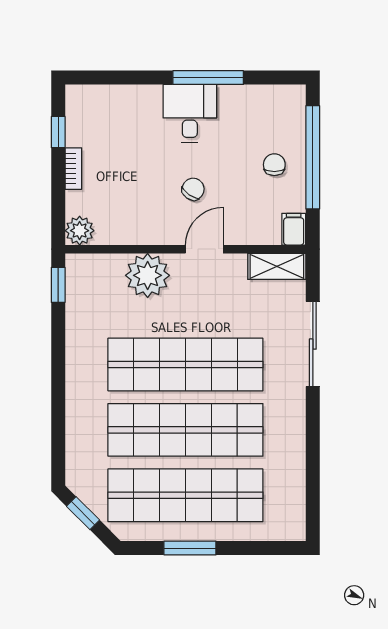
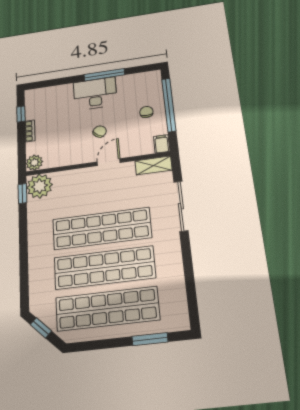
desk: (190, 113) -> (95, 94), width x1.37
plant: (148, 275) -> (40, 186), moved
window: (190, 548) -> (150, 339), moved

